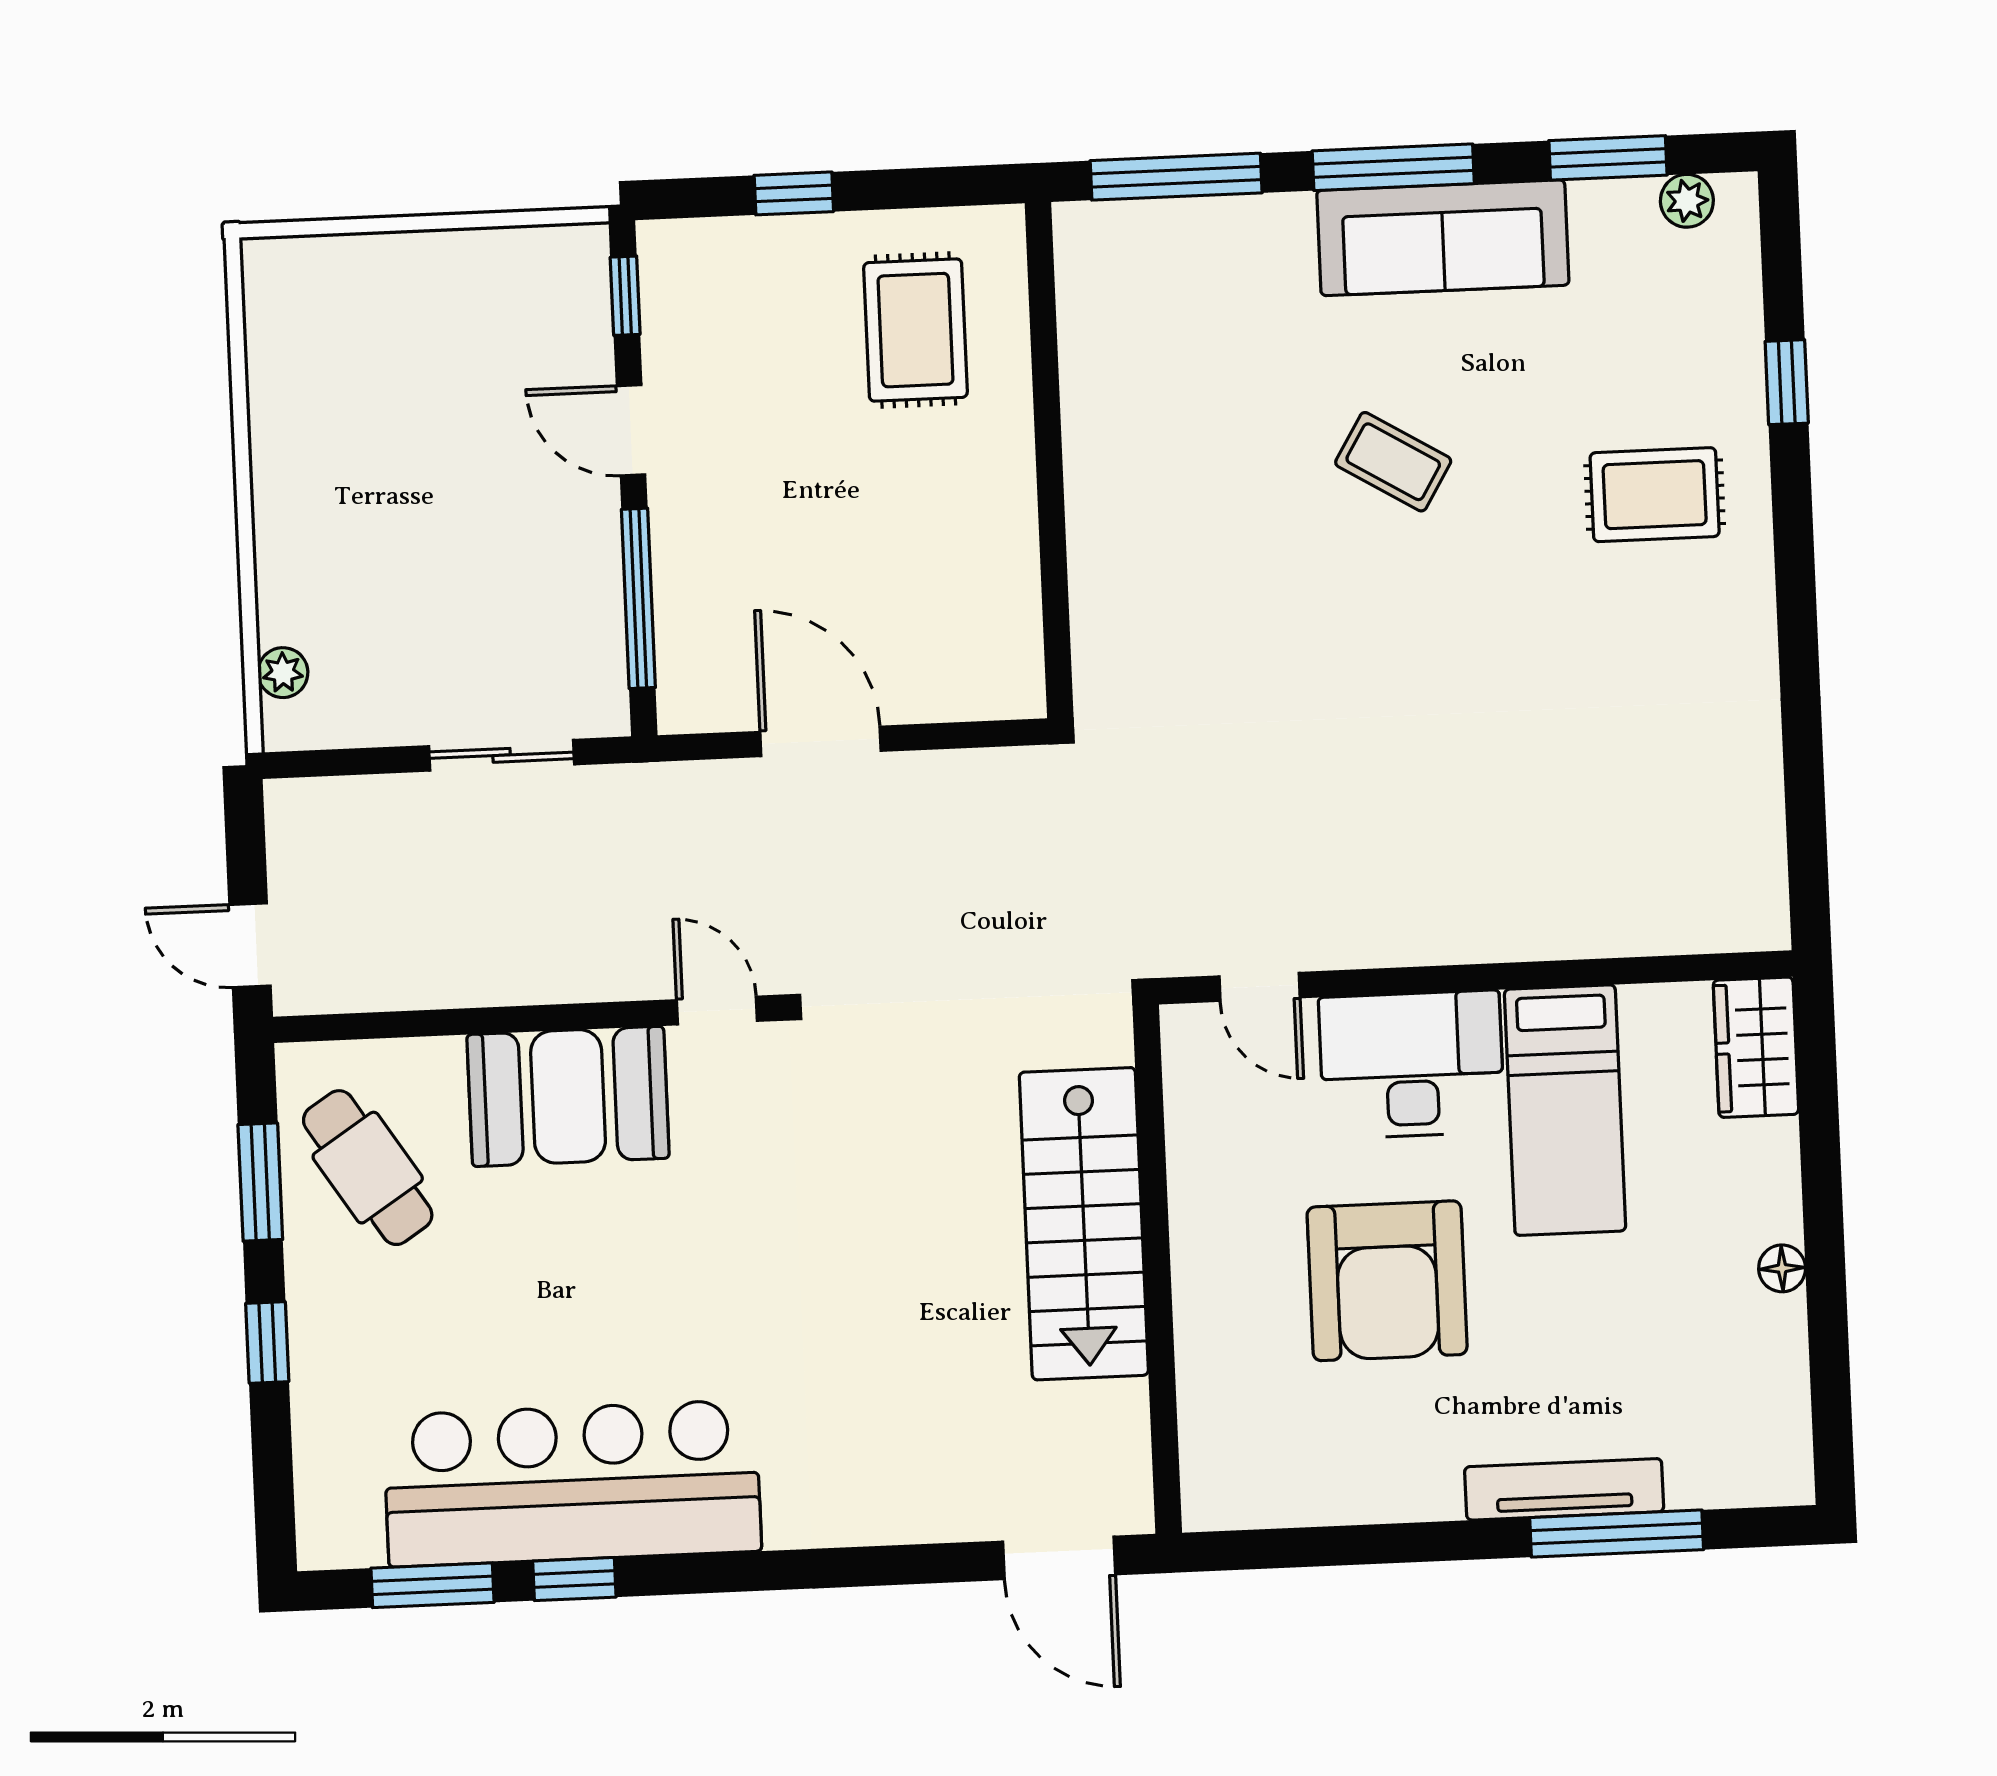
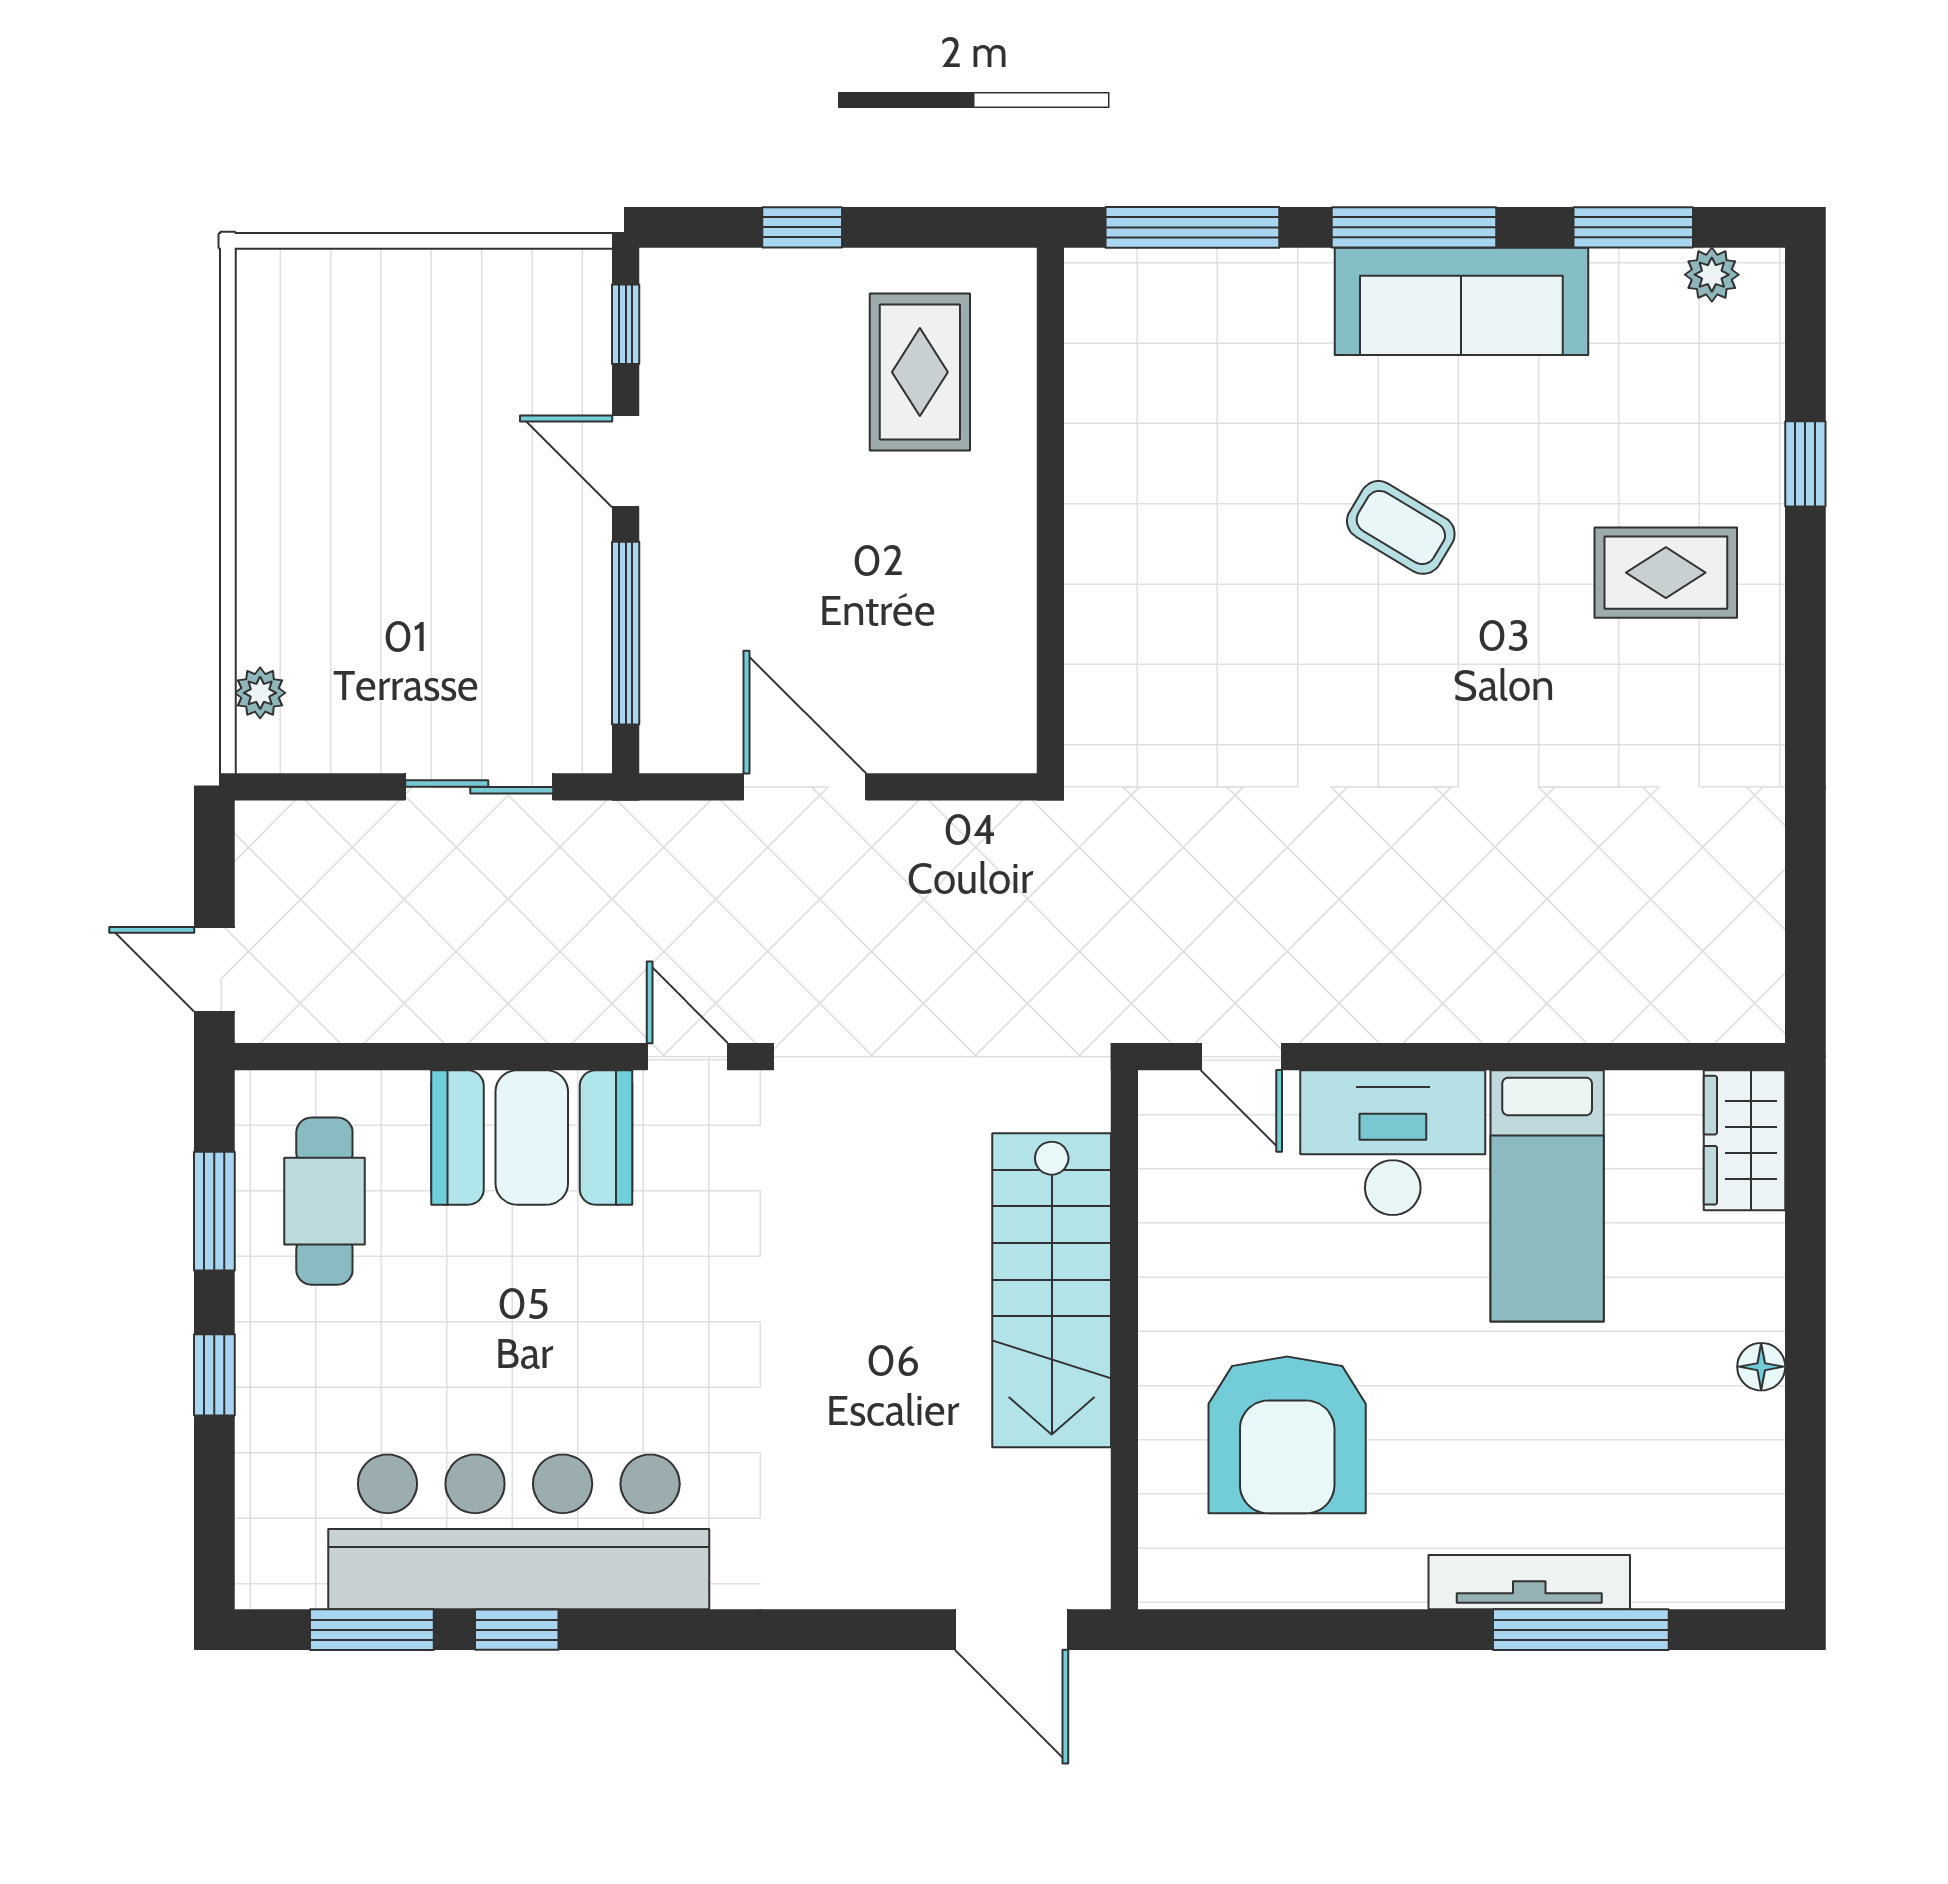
cafe table: (368, 1168) -> (324, 1201), turned 33
armchair: (1387, 1281) -> (1287, 1435), moved

